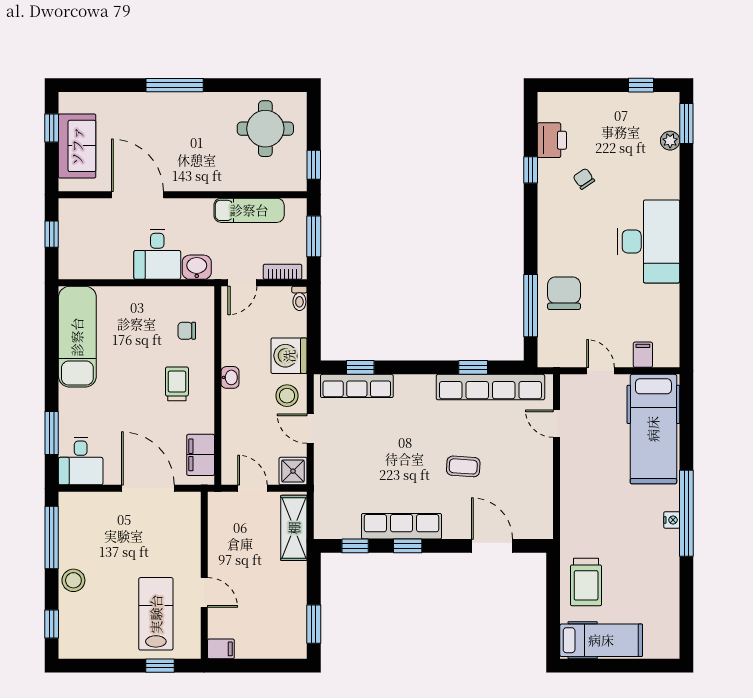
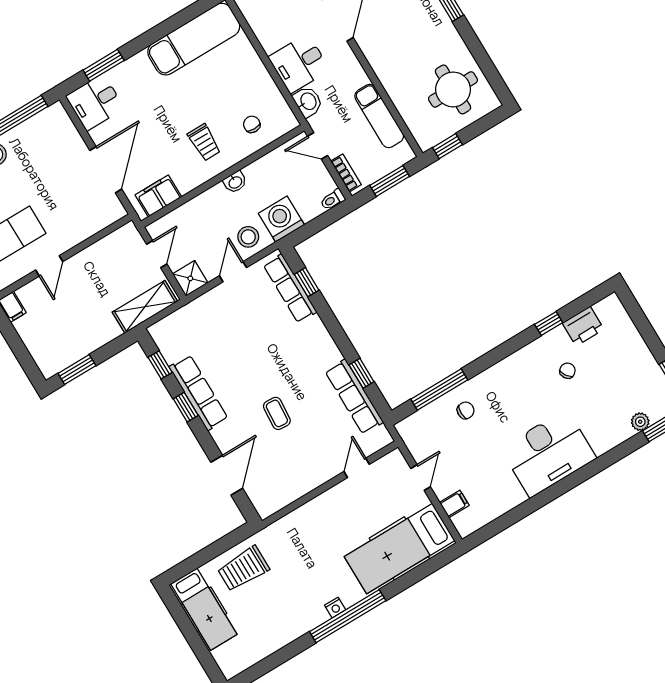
chair: (564, 293) -> (466, 410), width x0.54, depth x0.54
trolley: (177, 384) -> (204, 142), turned 90
row of seats: (490, 387) -> (354, 397), width x0.73

